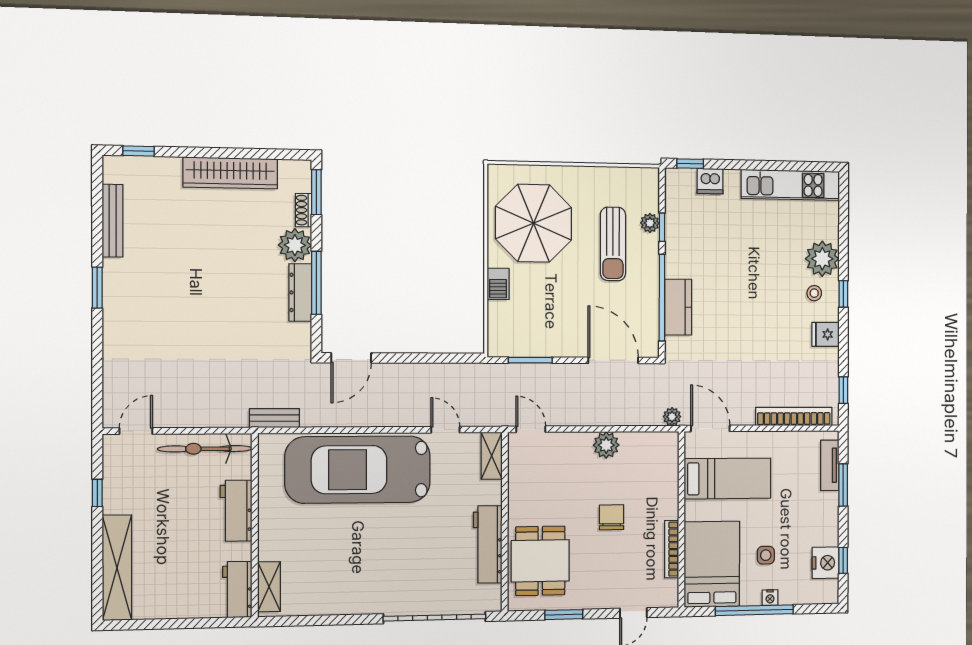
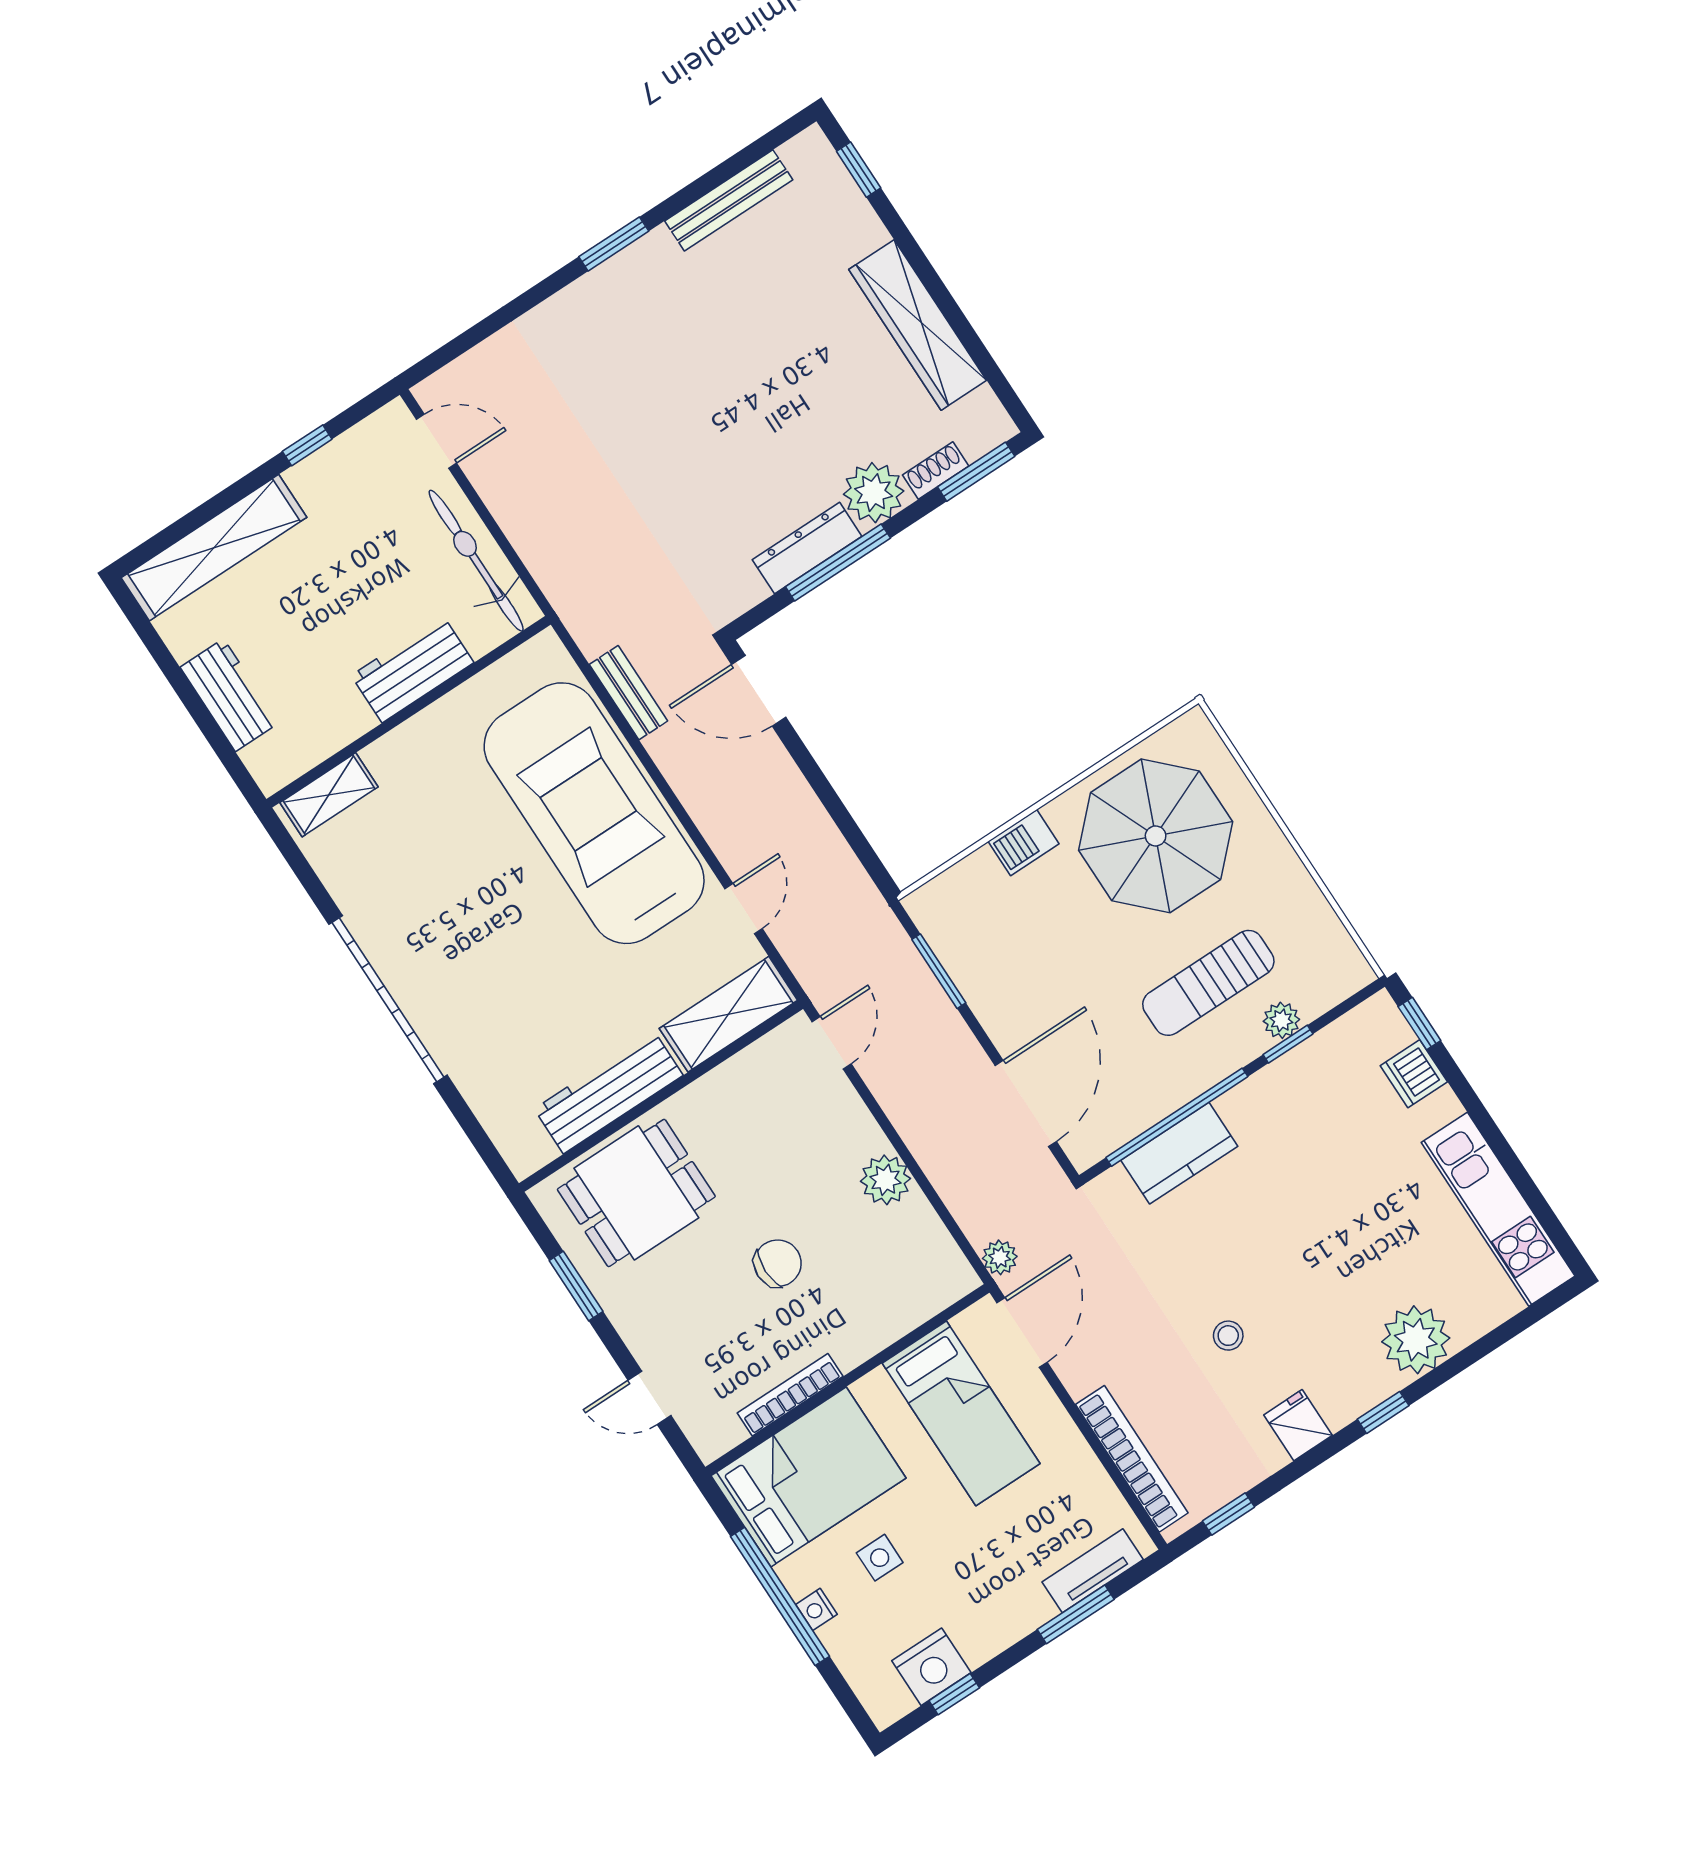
stool: (814, 293) -> (1228, 1336), moved
bench: (274, 418) -> (628, 693), moved
shelving: (492, 456) -> (728, 1014), width x1.50, depth x1.33
workbench: (237, 589) -> (229, 695), moved, turned 90
garage door: (435, 618) -> (388, 1000), moved

